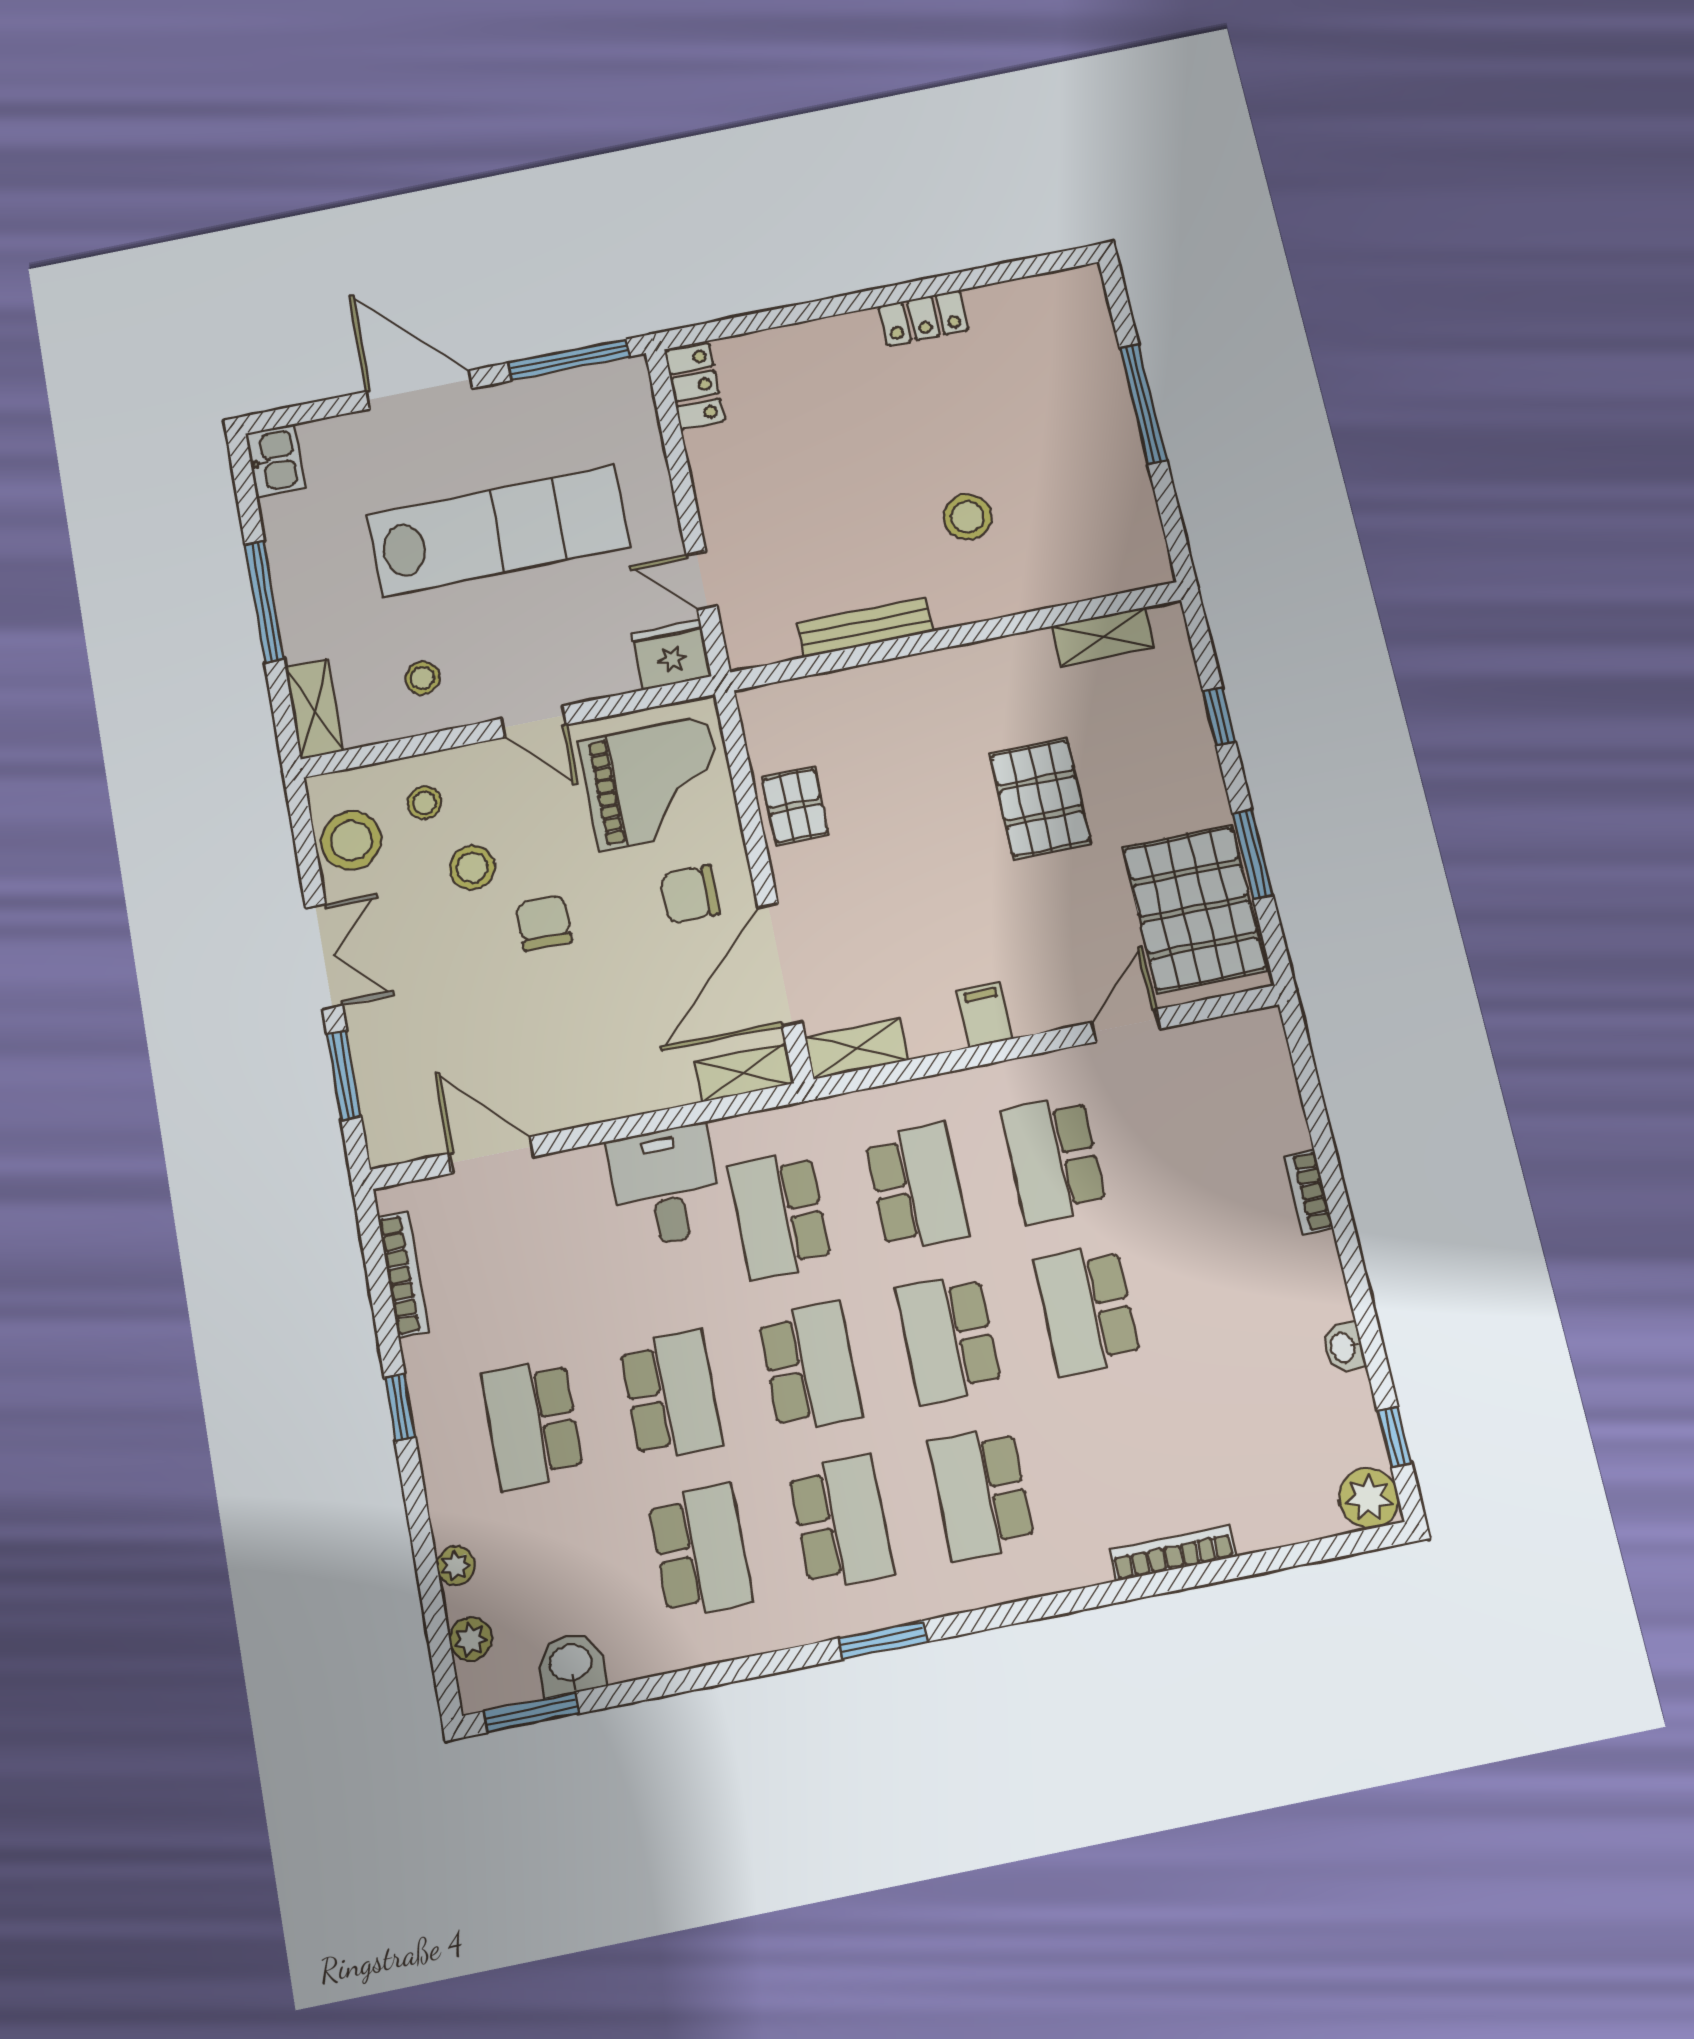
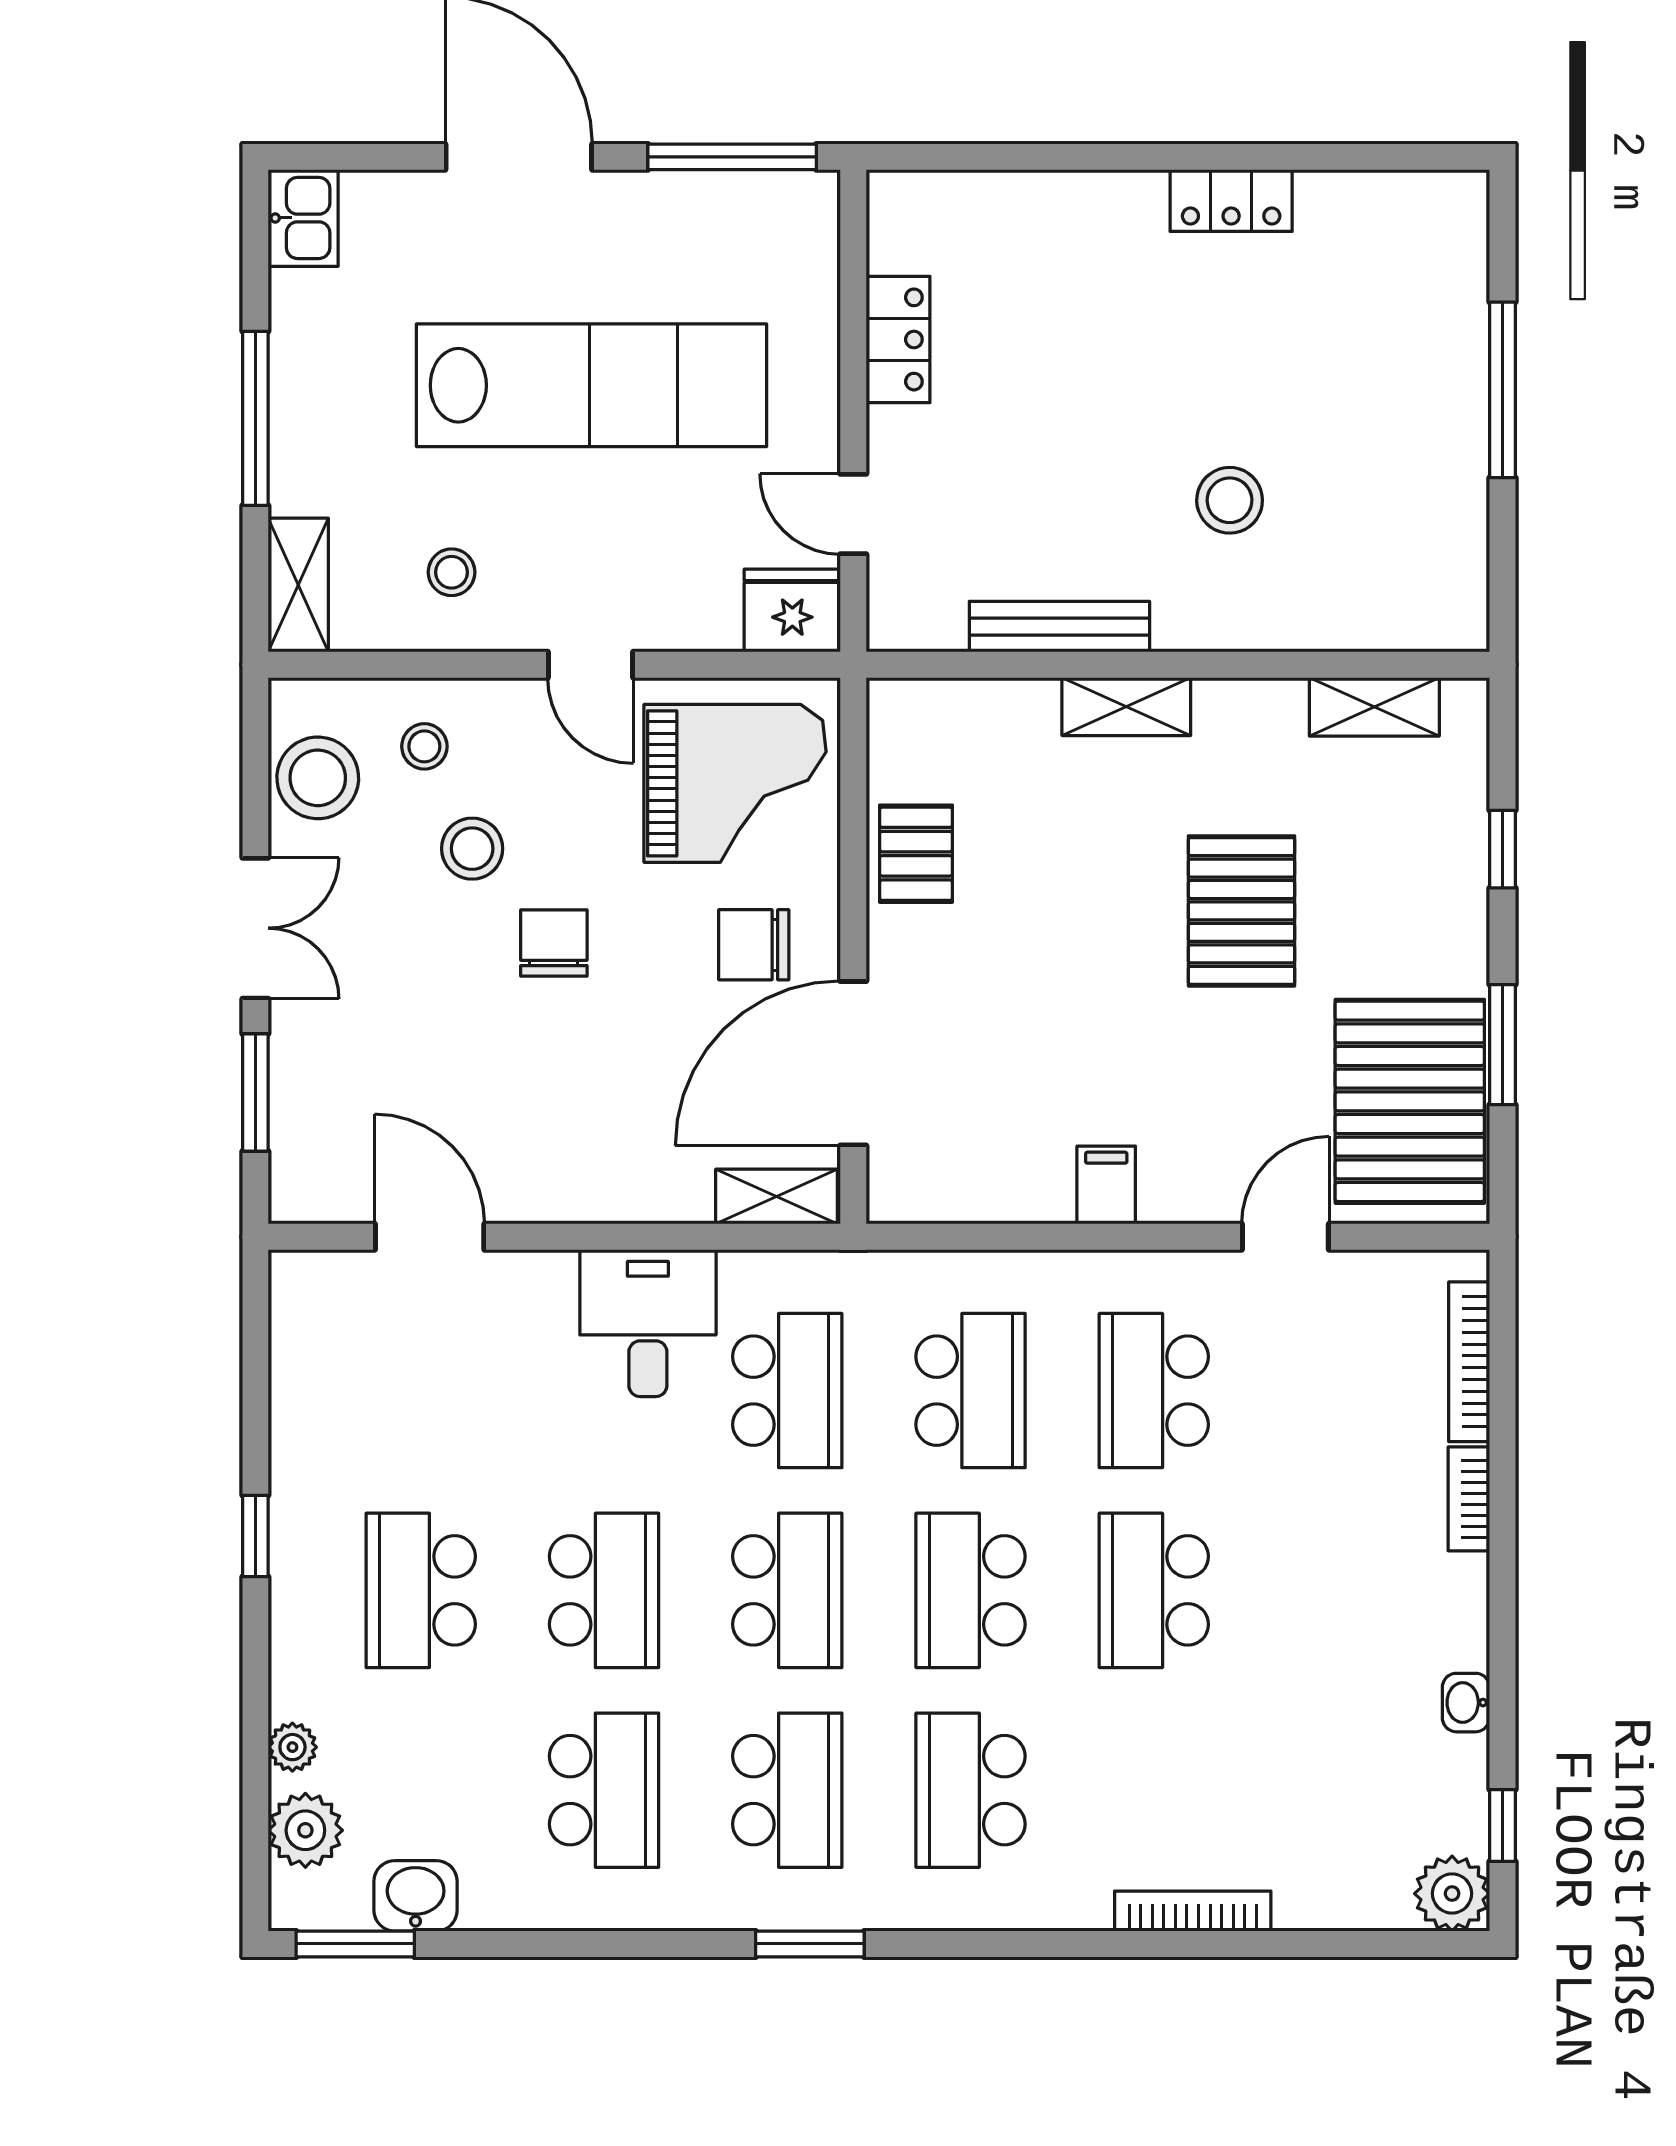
locker: (695, 386) -> (898, 339), moved
shelving: (857, 1049) -> (1126, 707), moved
school desk: (780, 1215) -> (787, 1391), turned 180
bookcase: (403, 1274) -> (1469, 1362), moved, turned 180
plant: (471, 1639) -> (305, 1830), width x1.38, depth x1.38

